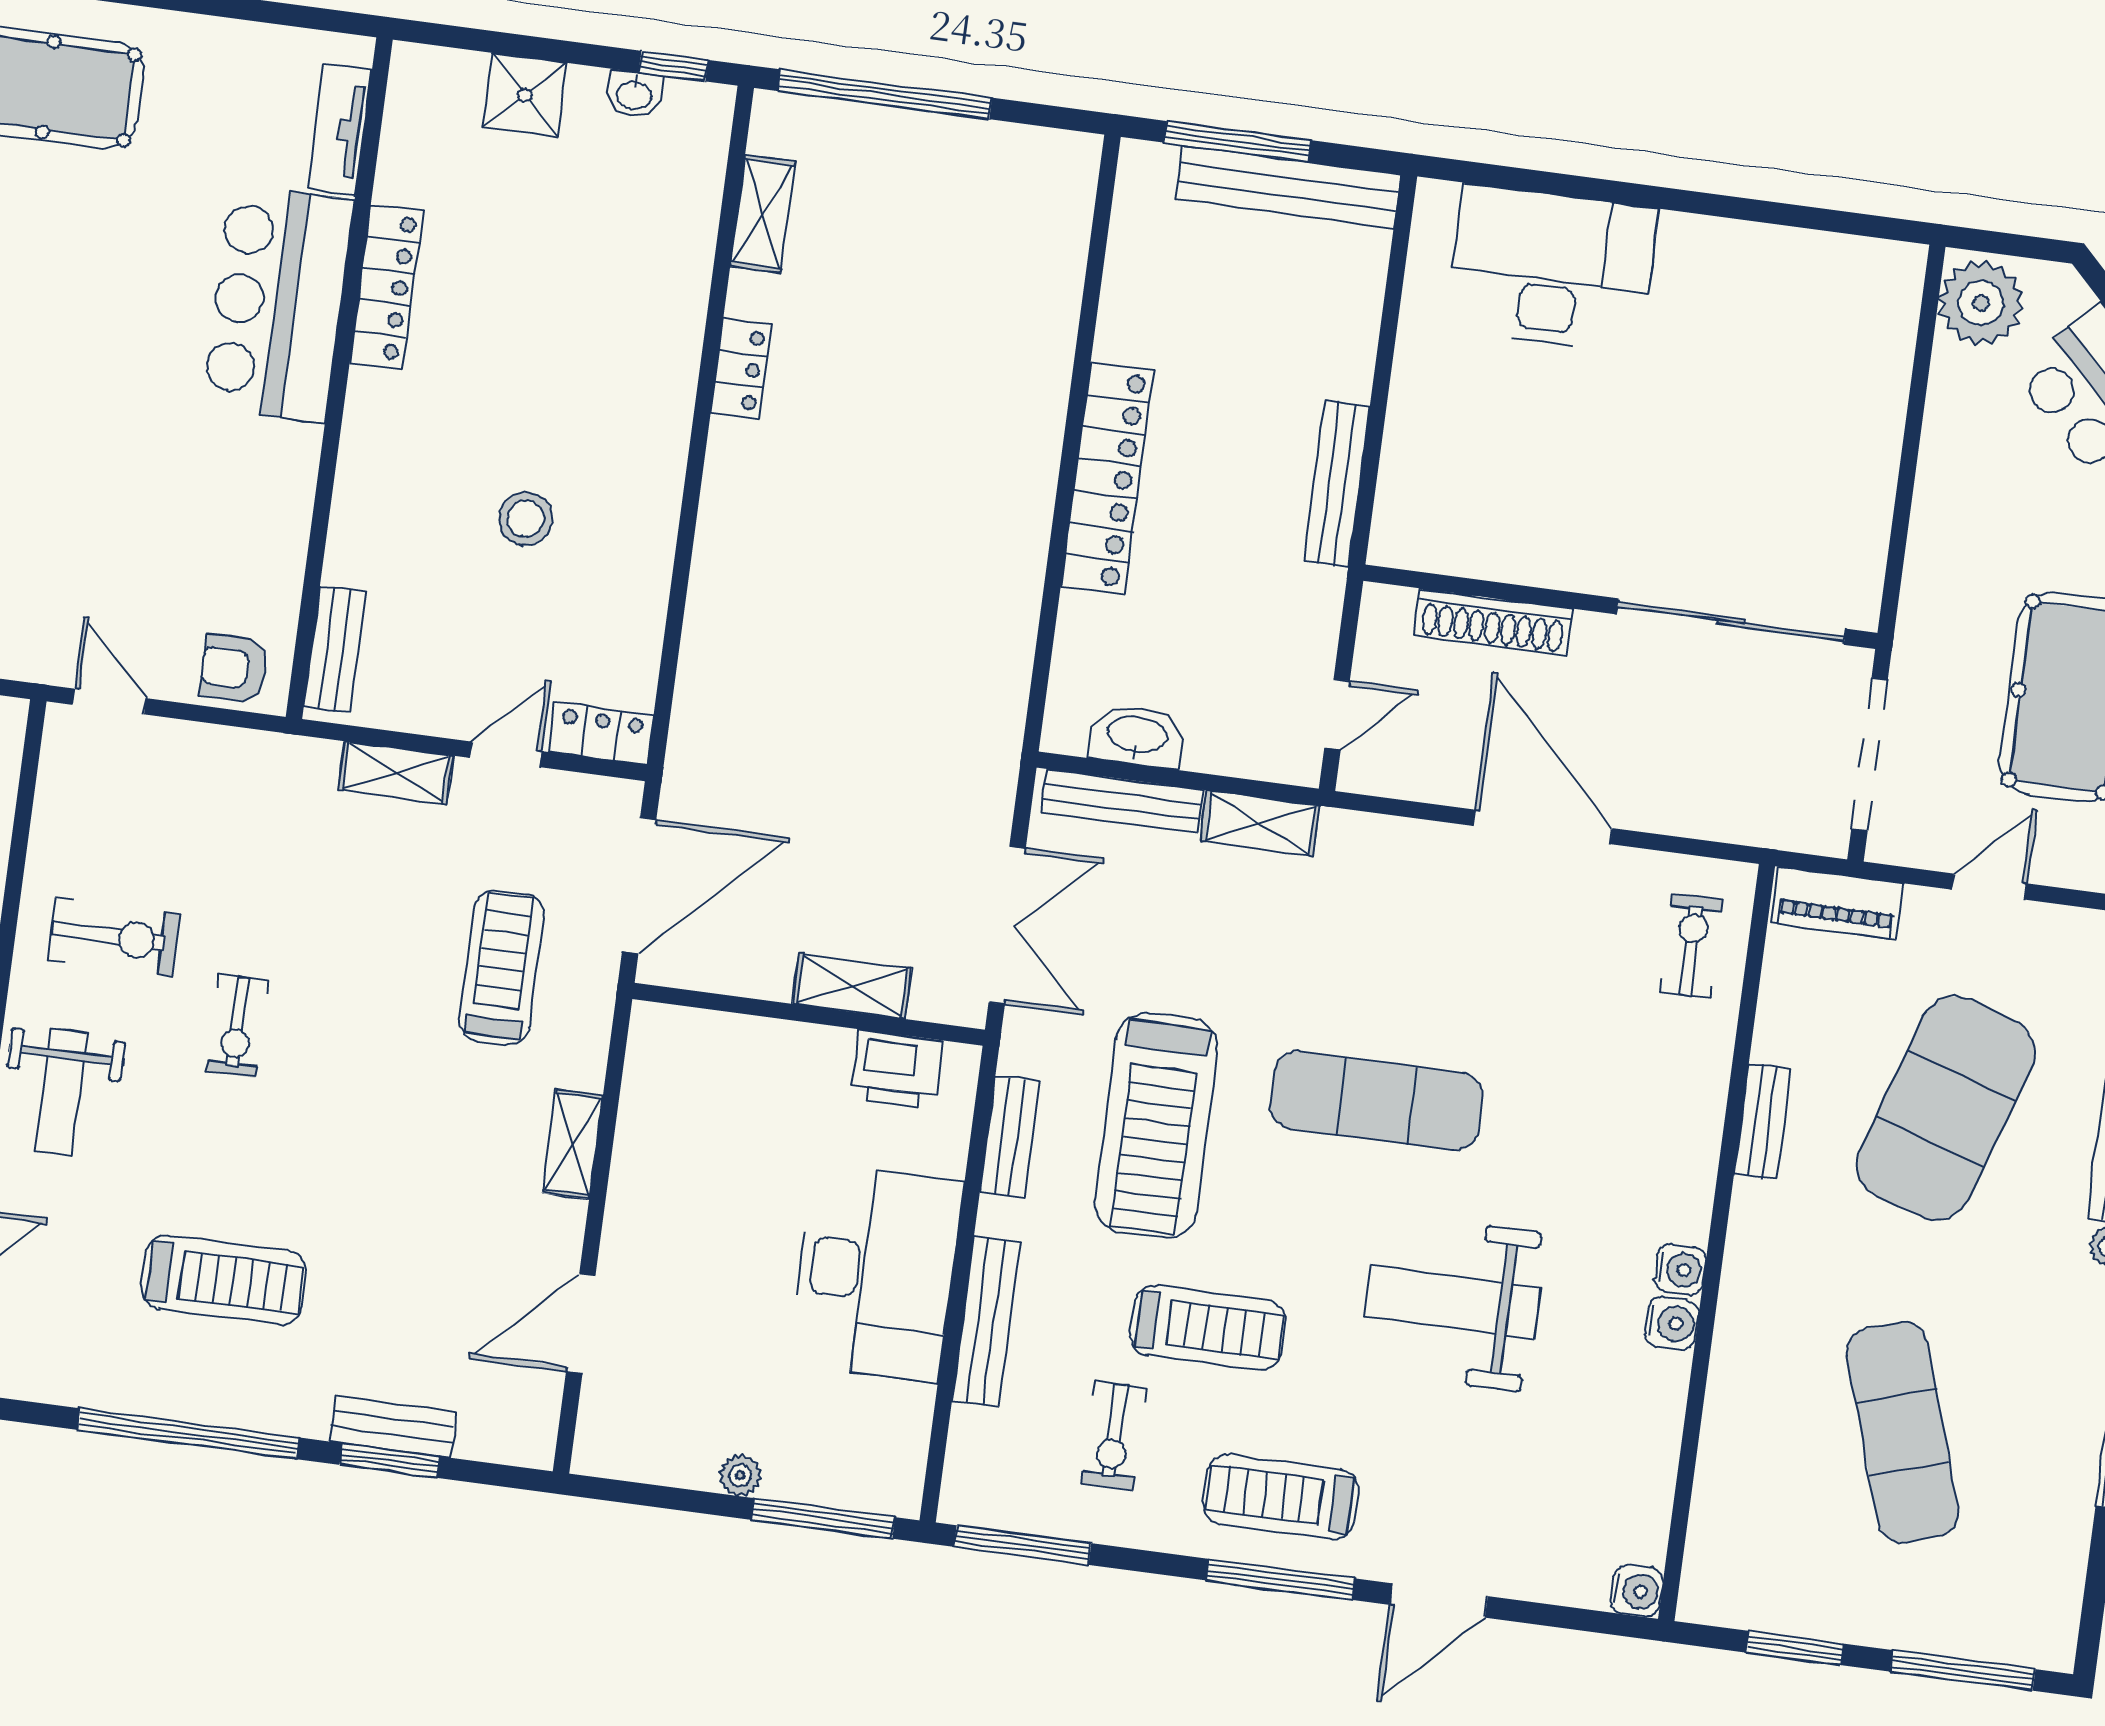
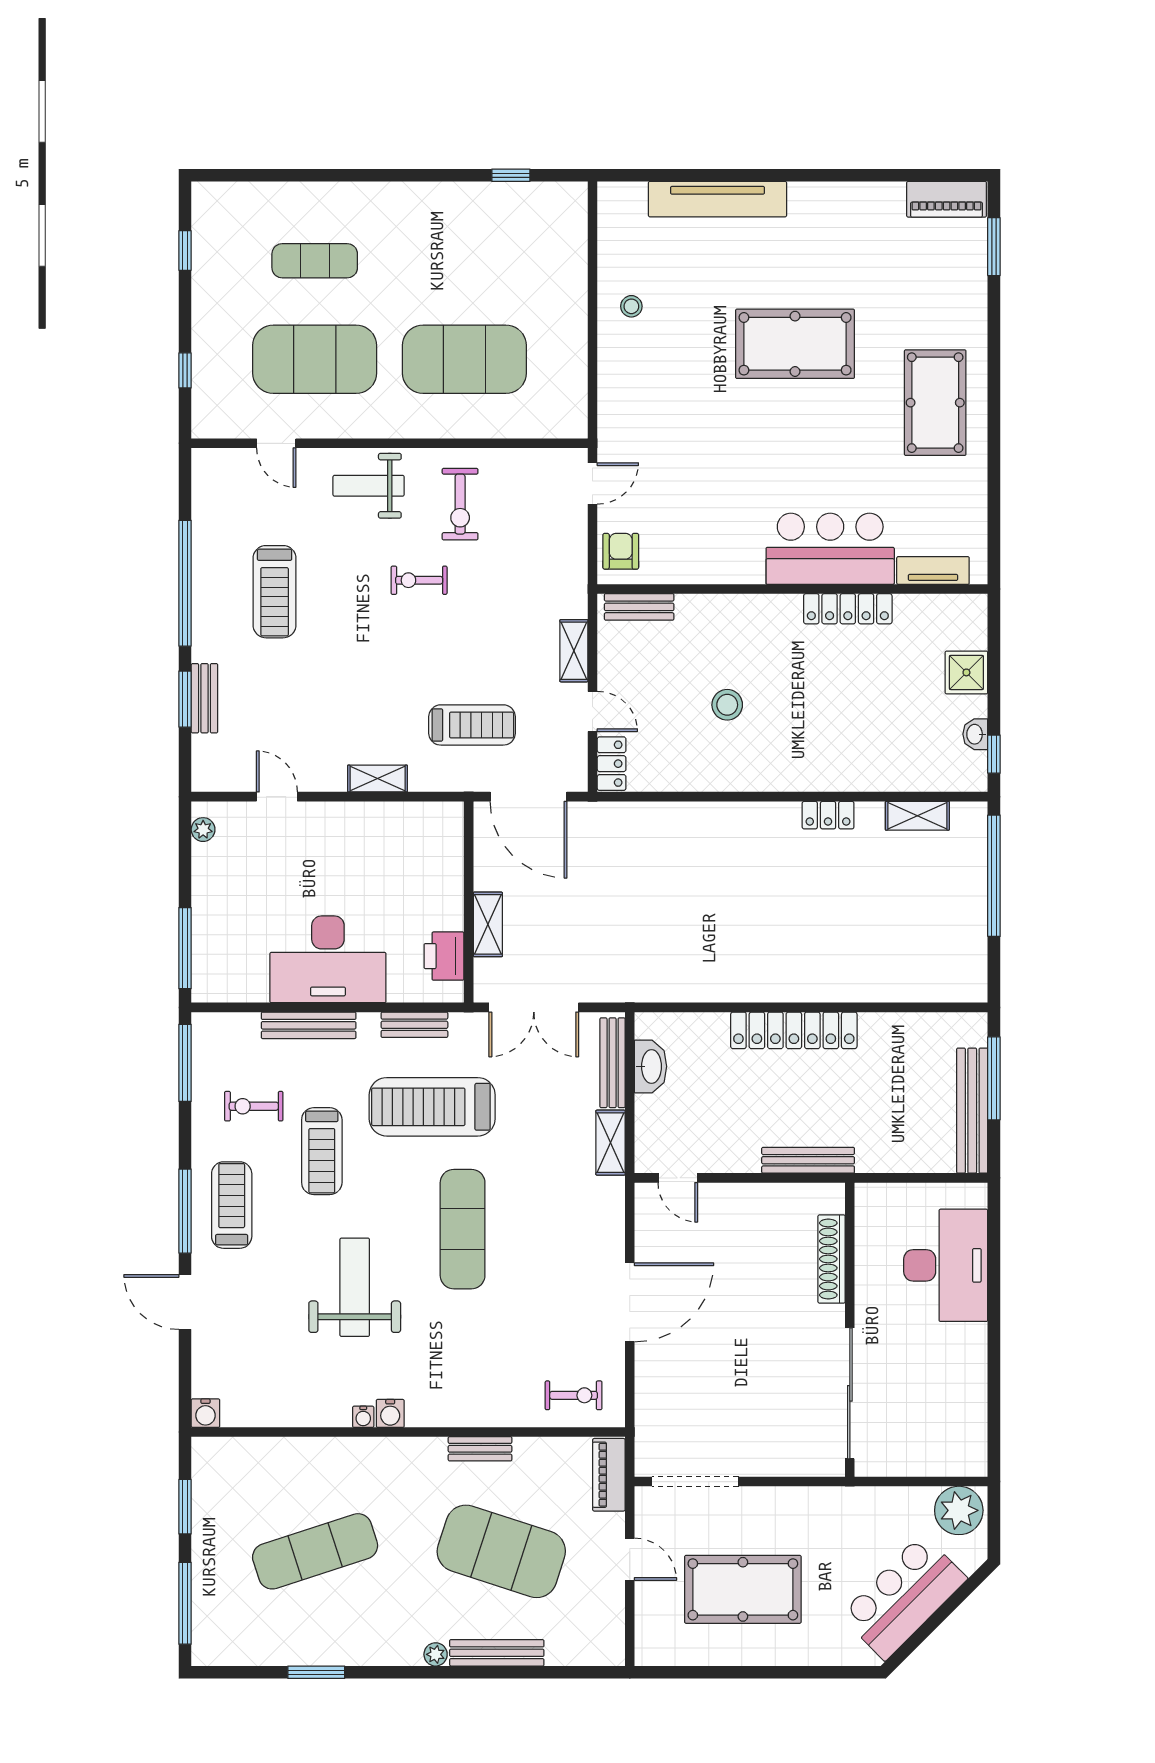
wall: (1620, 607) -> (850, 1330), moved
shoe rack: (1493, 622) -> (832, 1259), moved
sliding door: (1731, 622) -> (850, 1393), moved
door: (581, 1323) -> (277, 797), width x0.73
water cooler: (1672, 1323) -> (363, 1417), width x0.72, depth x0.72
plant: (740, 1475) -> (203, 830), moved

